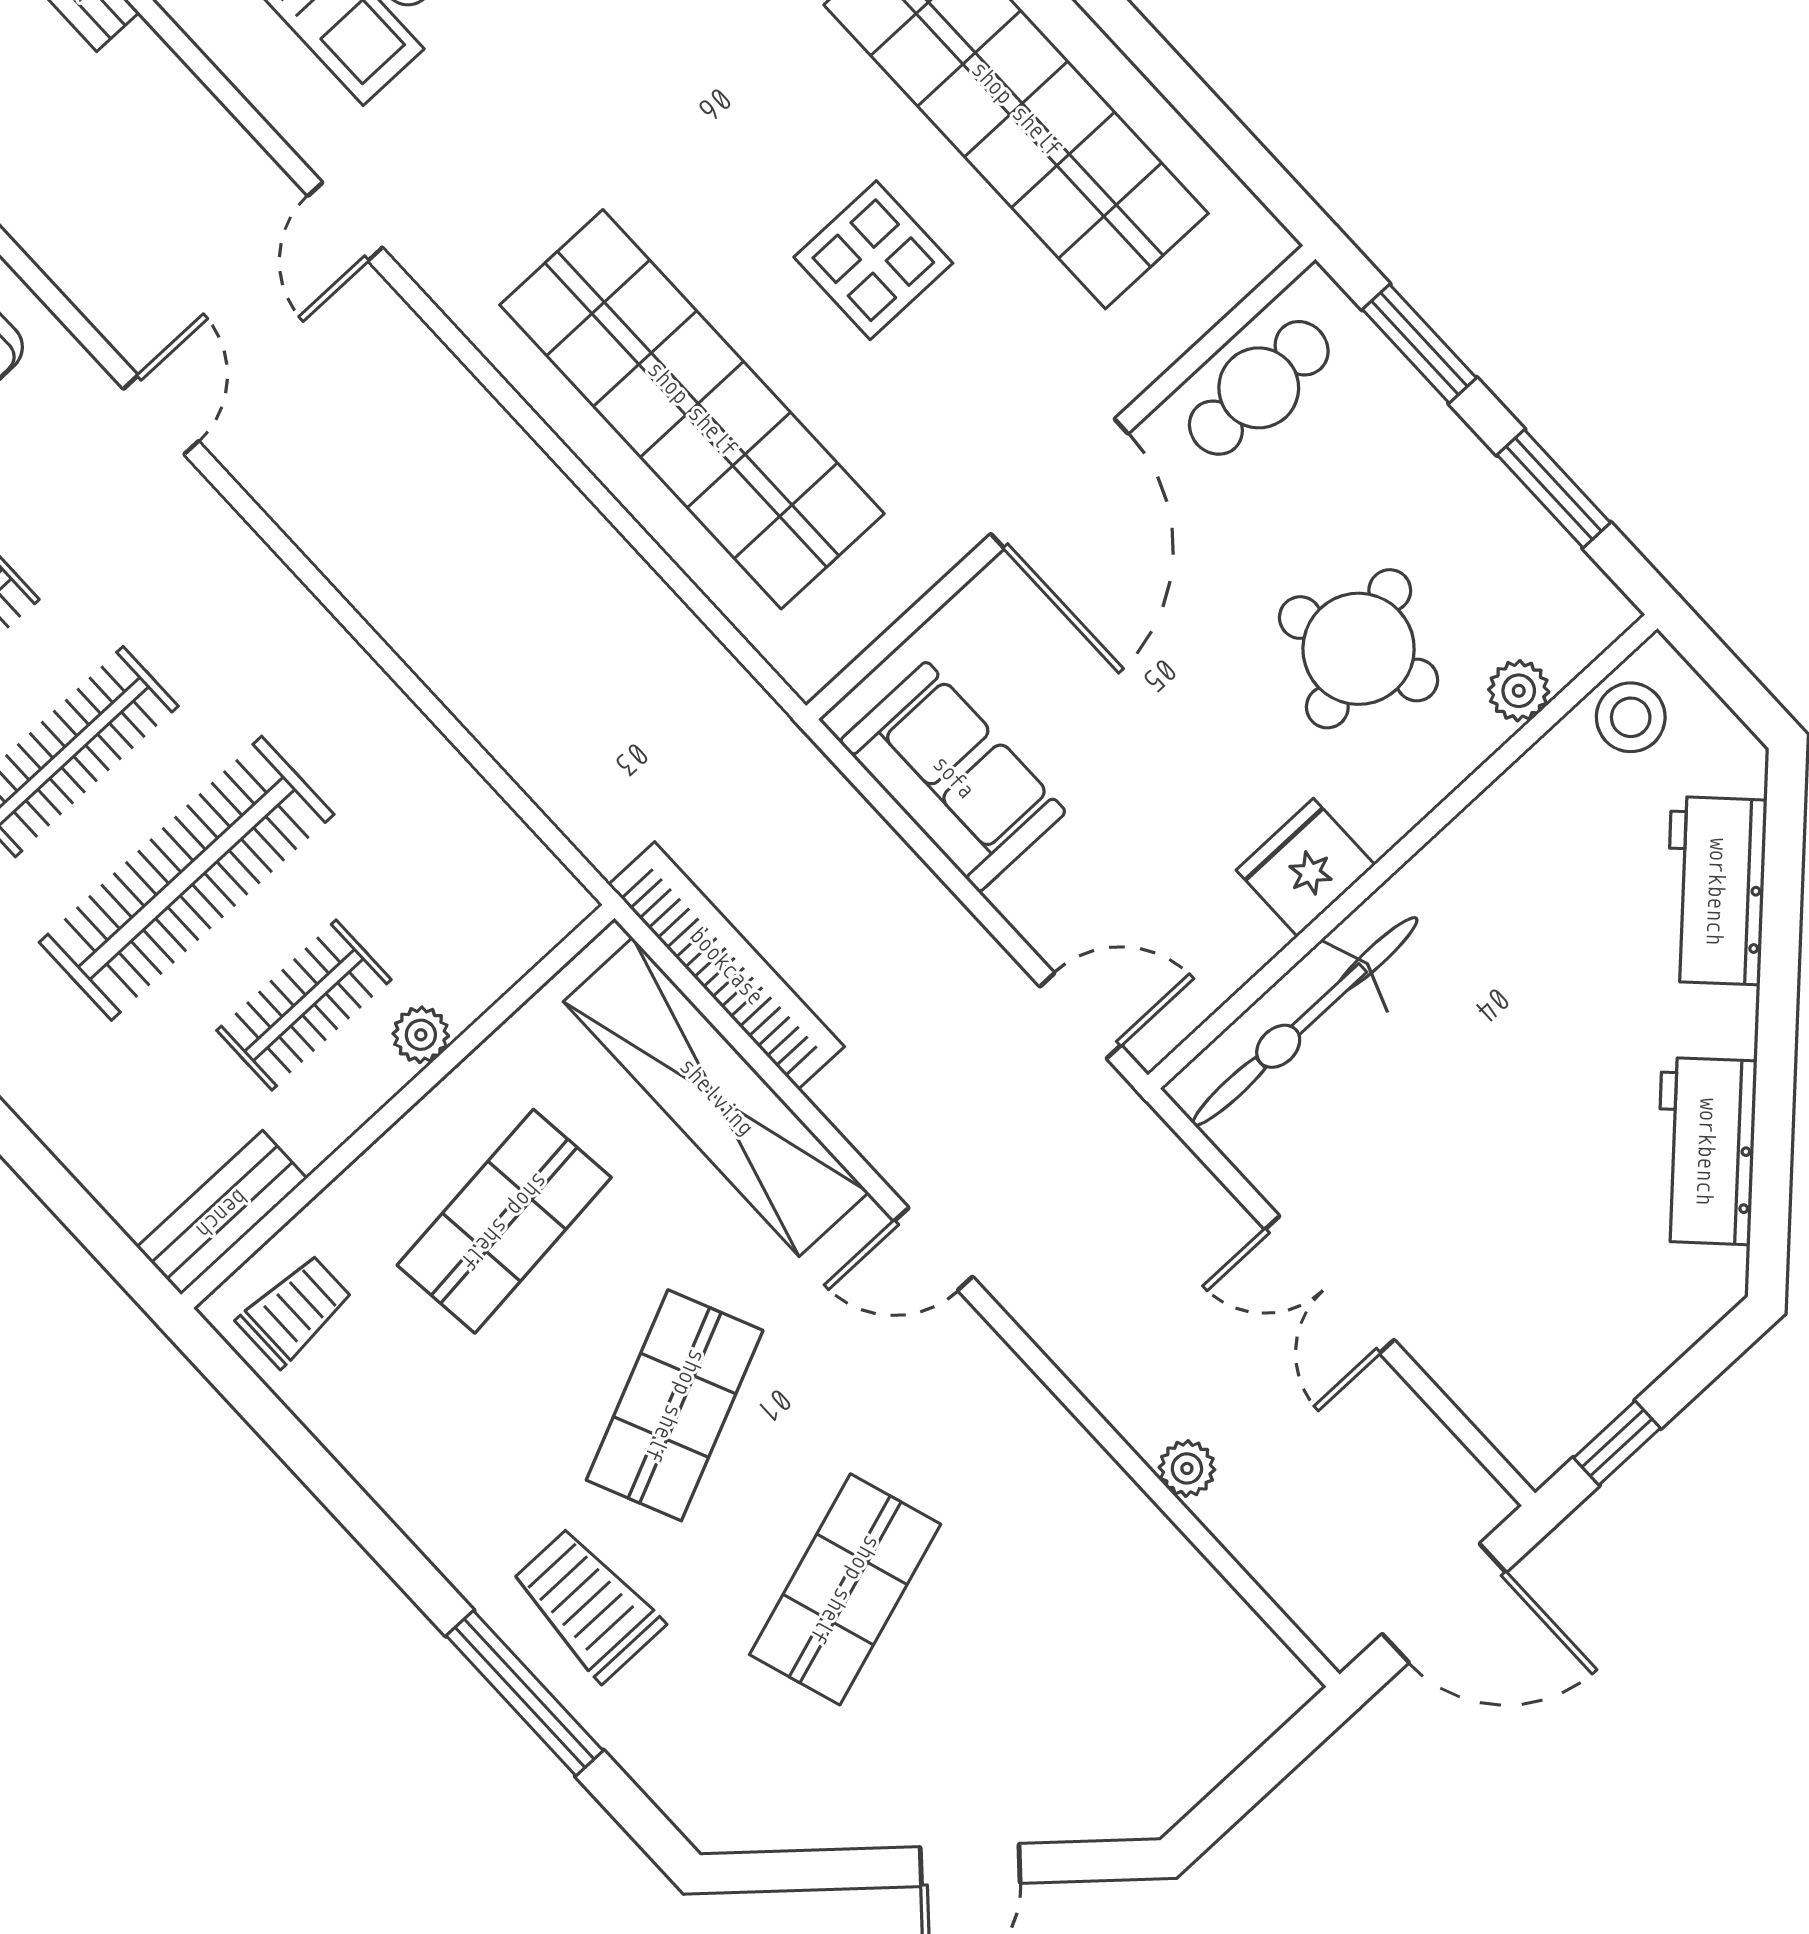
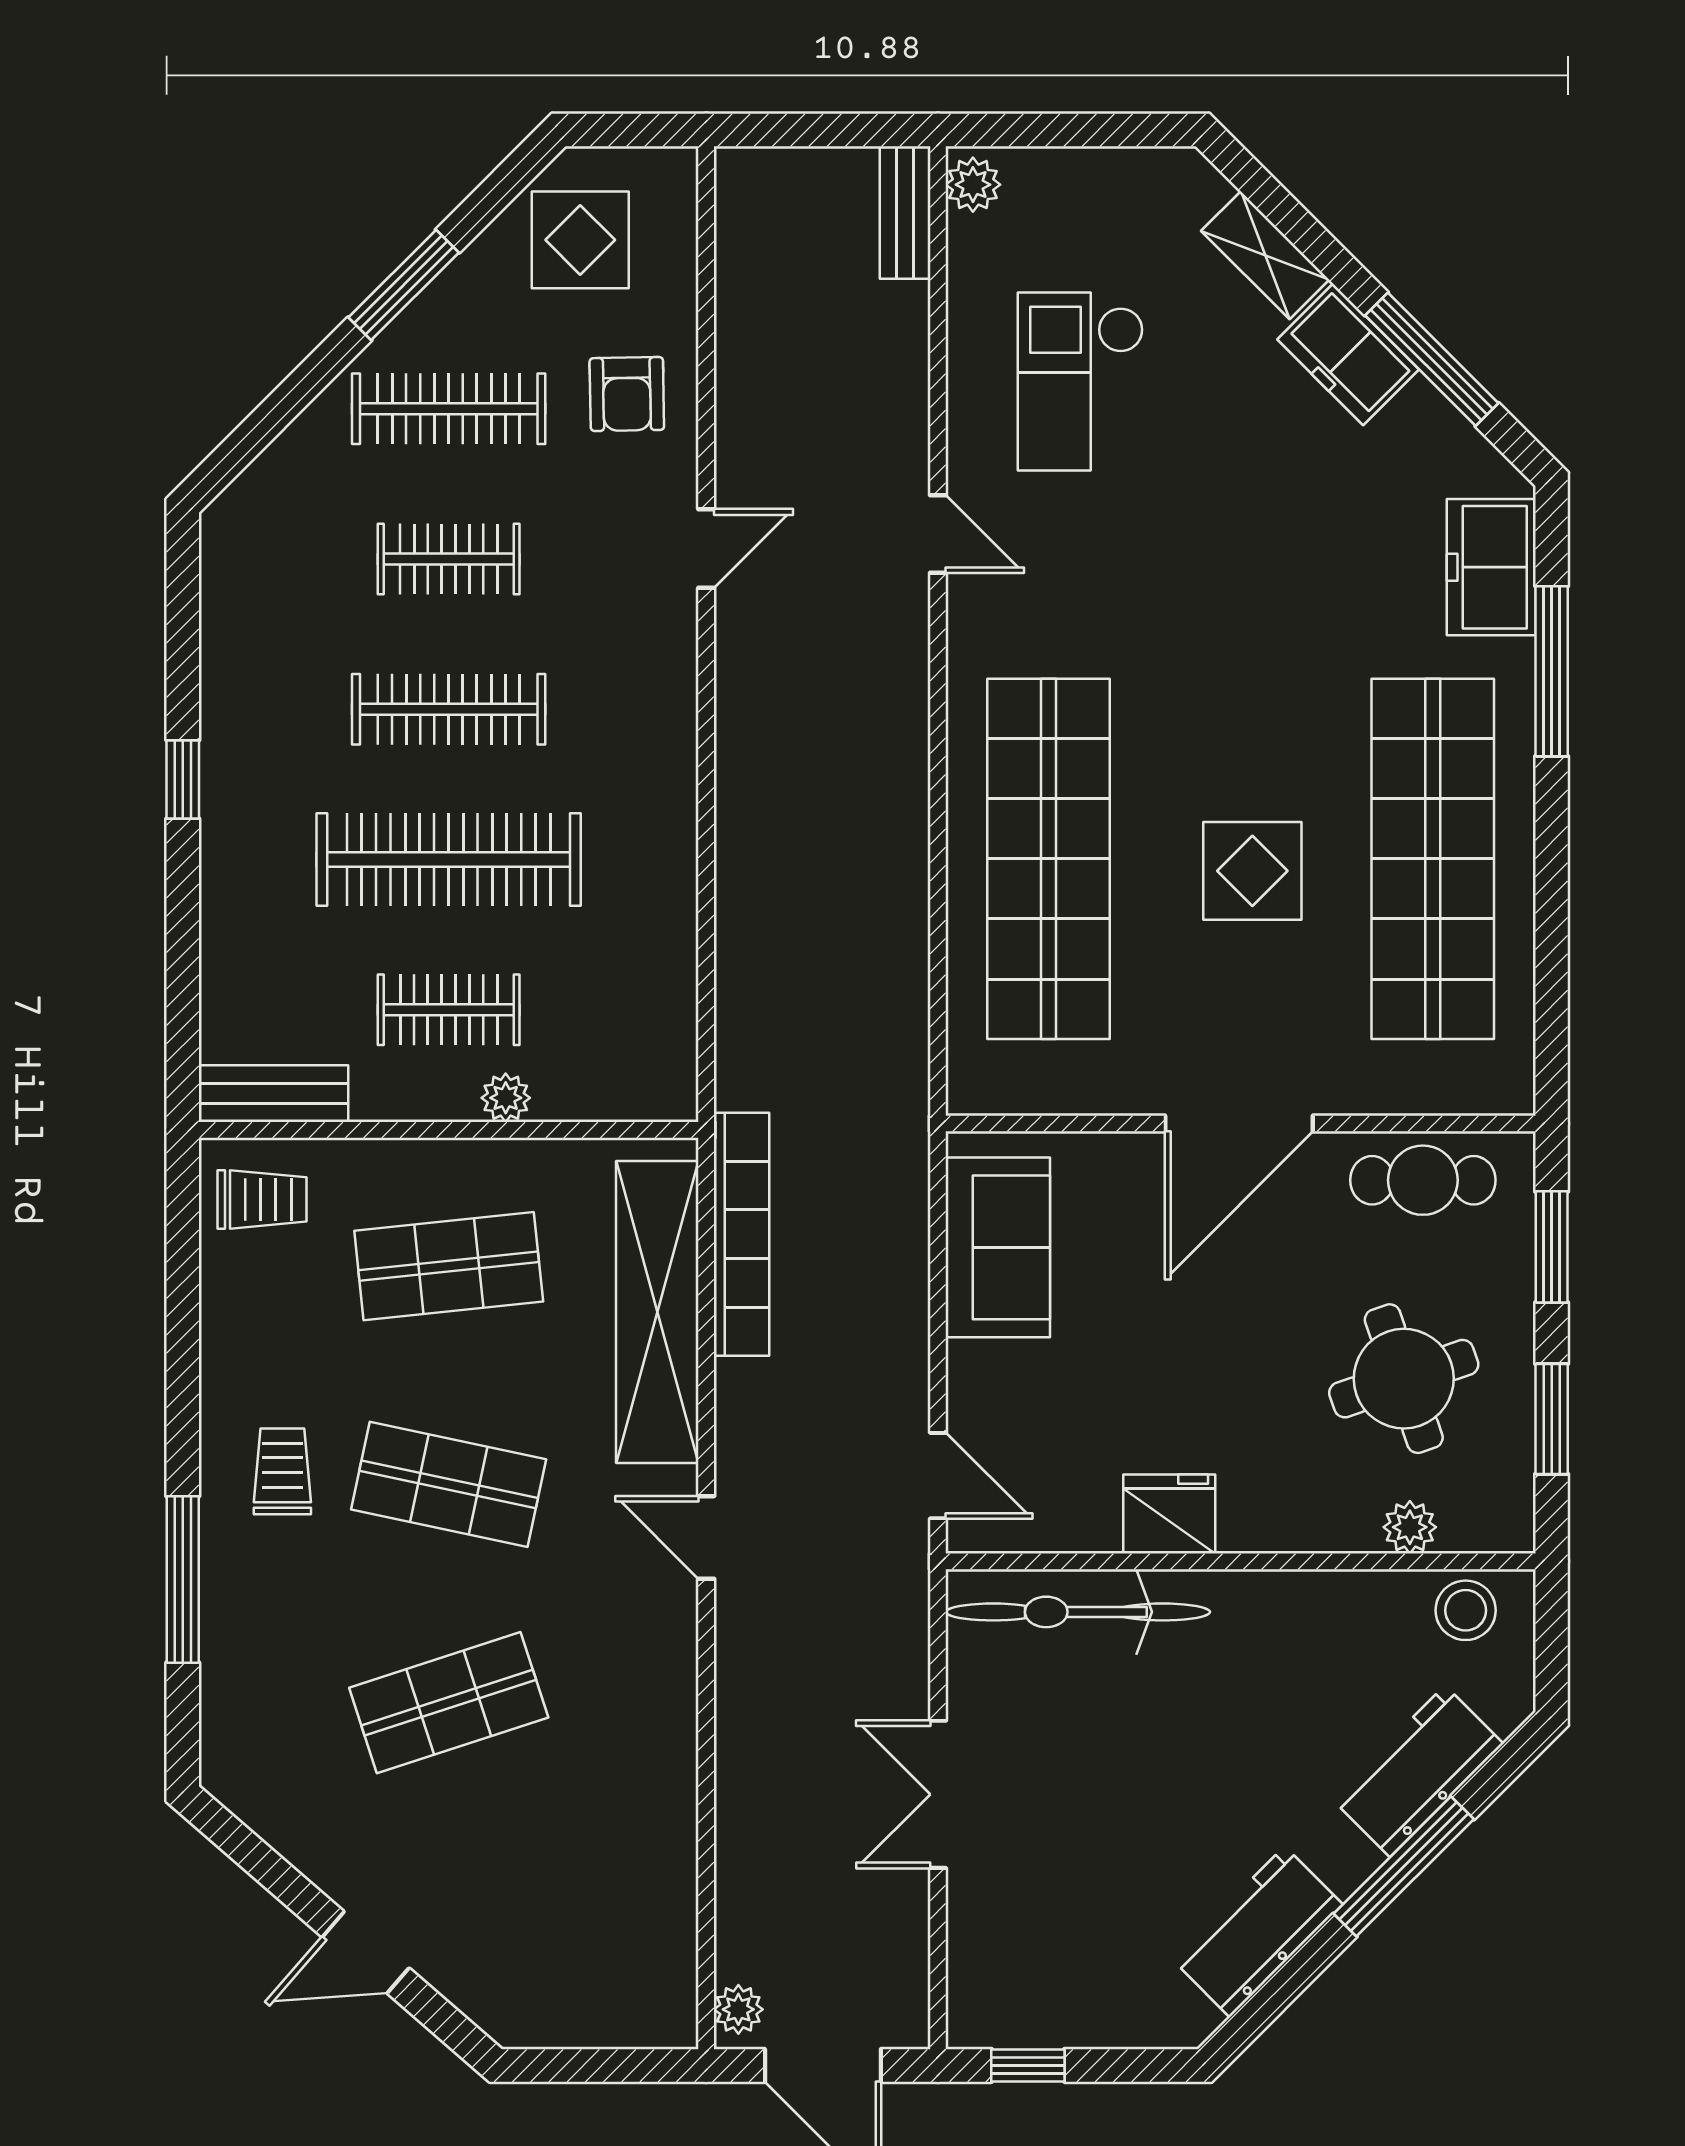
door: (345, 222) -> (938, 534), swing flipped
round table: (1359, 649) -> (1404, 1379), moved
window: (1779, 982) -> (1404, 1866), added
shop shelf: (675, 1405) -> (449, 1484), turned 36
plant: (1187, 1468) -> (738, 2009), moved
trolley: (587, 1604) -> (282, 1471), moved, width x0.73, depth x0.72

